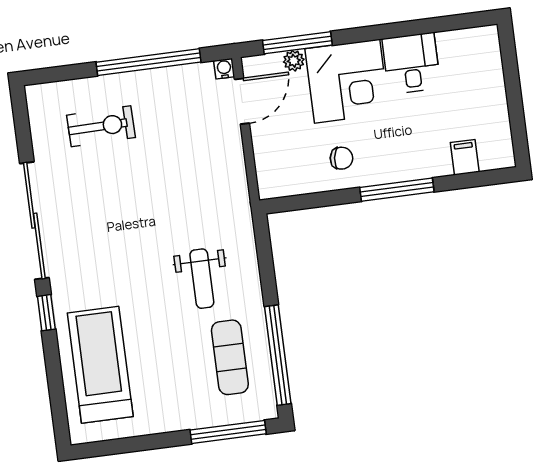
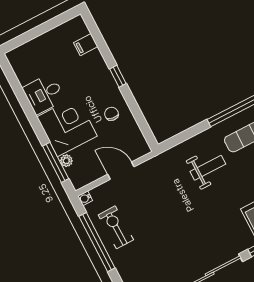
door: (242, 101) -> (121, 171), moved
exercise bike: (101, 126) -> (116, 227), moved
window: (397, 190) -> (118, 76), width x0.46

